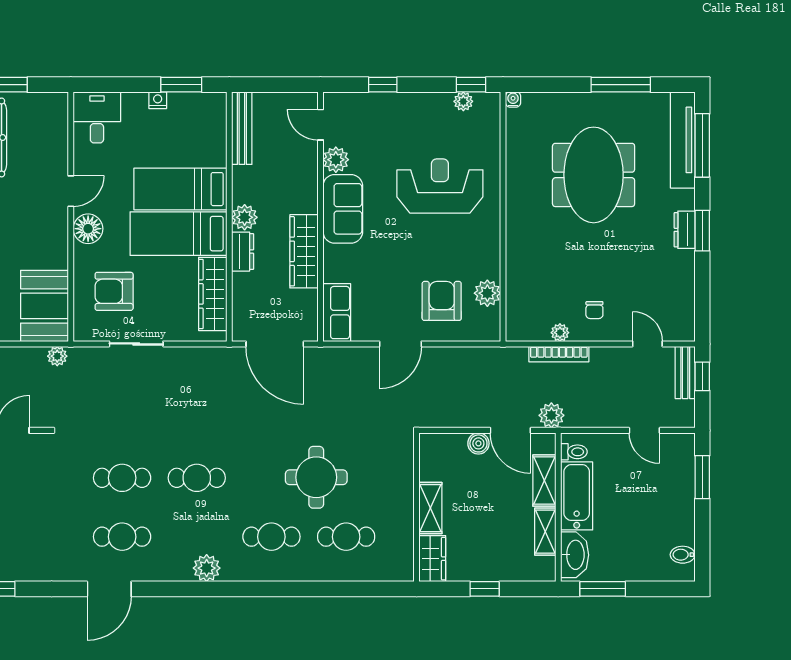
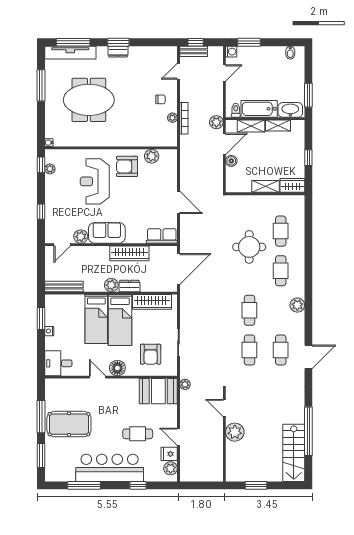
armchair: (442, 301) -> (127, 166), moved
washing machine: (685, 443) -> (231, 52), added
door: (109, 589) -> (308, 357), hinge flipped

